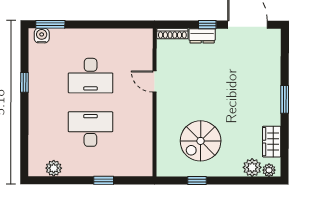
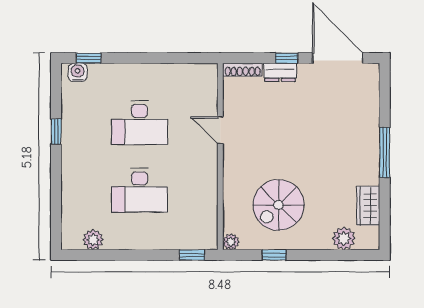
window: (50, 24) -> (89, 58), width x0.67
window: (285, 99) -> (385, 152), width x1.44
desk: (90, 129) -> (139, 190), turned 180
plant: (269, 170) -> (231, 242), moved
window: (104, 180) -> (192, 255), moved

